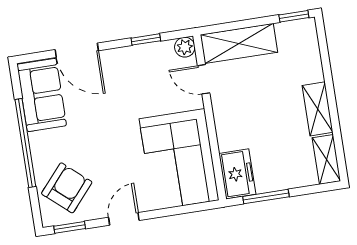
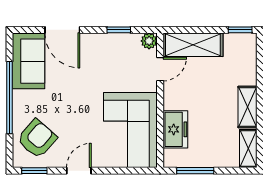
door: (204, 79) -> (160, 69), swing flipped
freezer: (237, 174) -> (175, 129), moved

